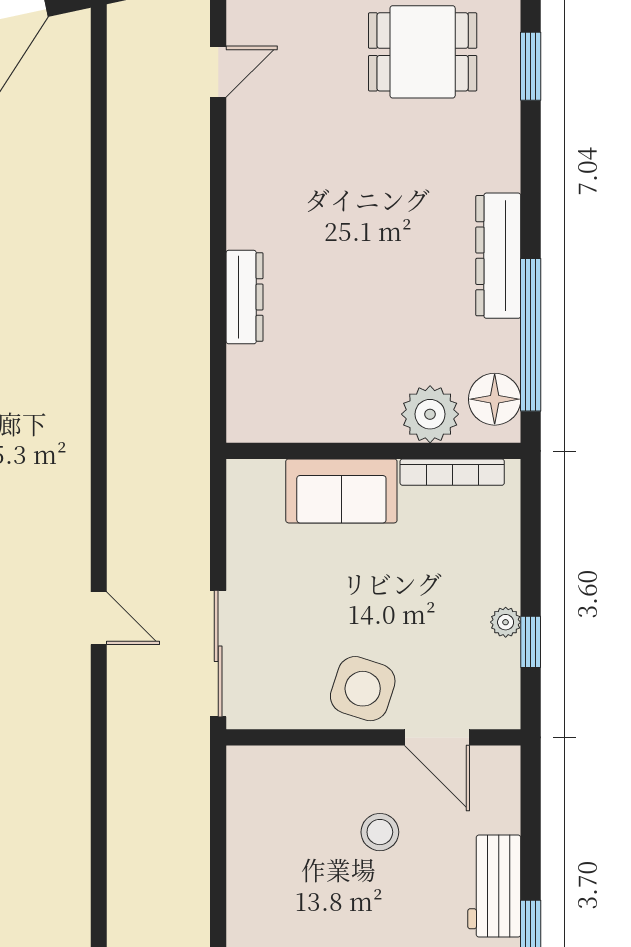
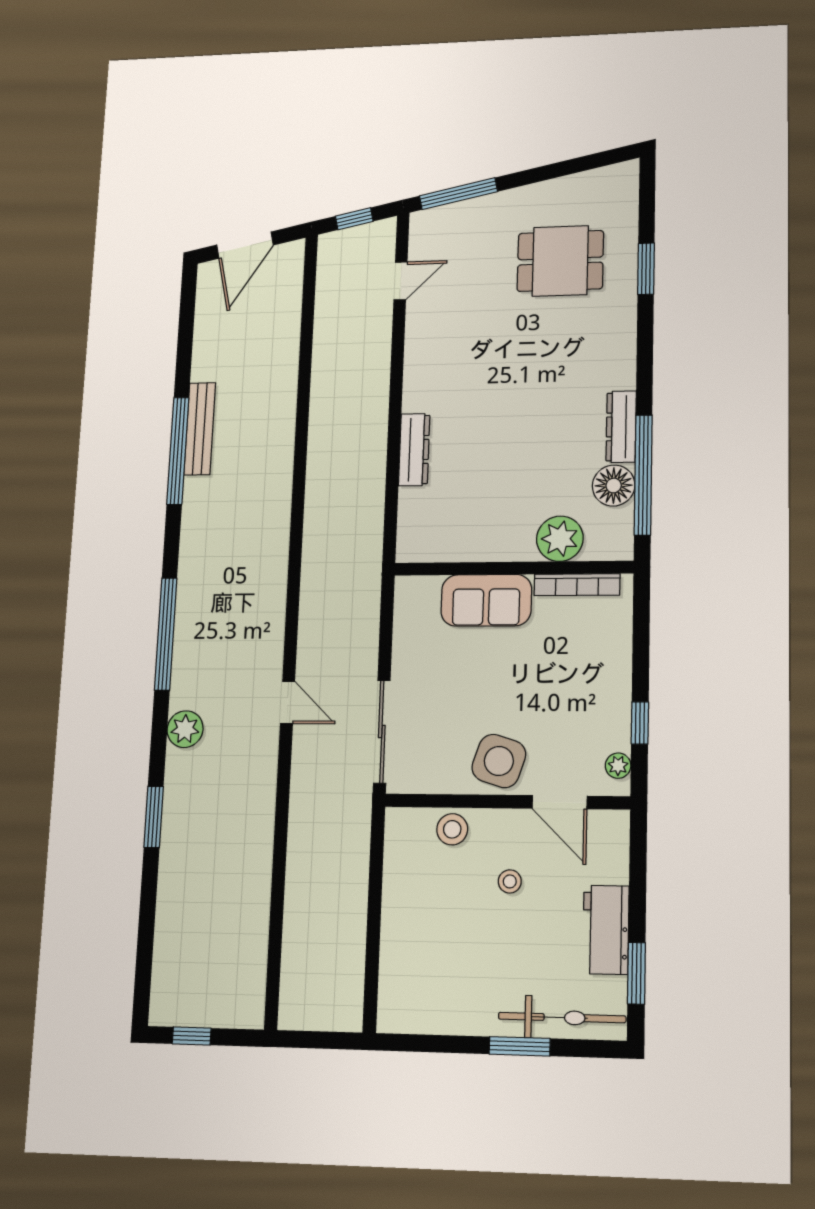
dresser: (498, 256) -> (621, 427), width x0.73, depth x0.80
floor lamp: (495, 399) -> (614, 486), moved
plant: (506, 622) -> (618, 766), moved
stool: (309, 771) -> (452, 829), added
stool: (380, 832) -> (510, 881), width x0.73, depth x0.73

